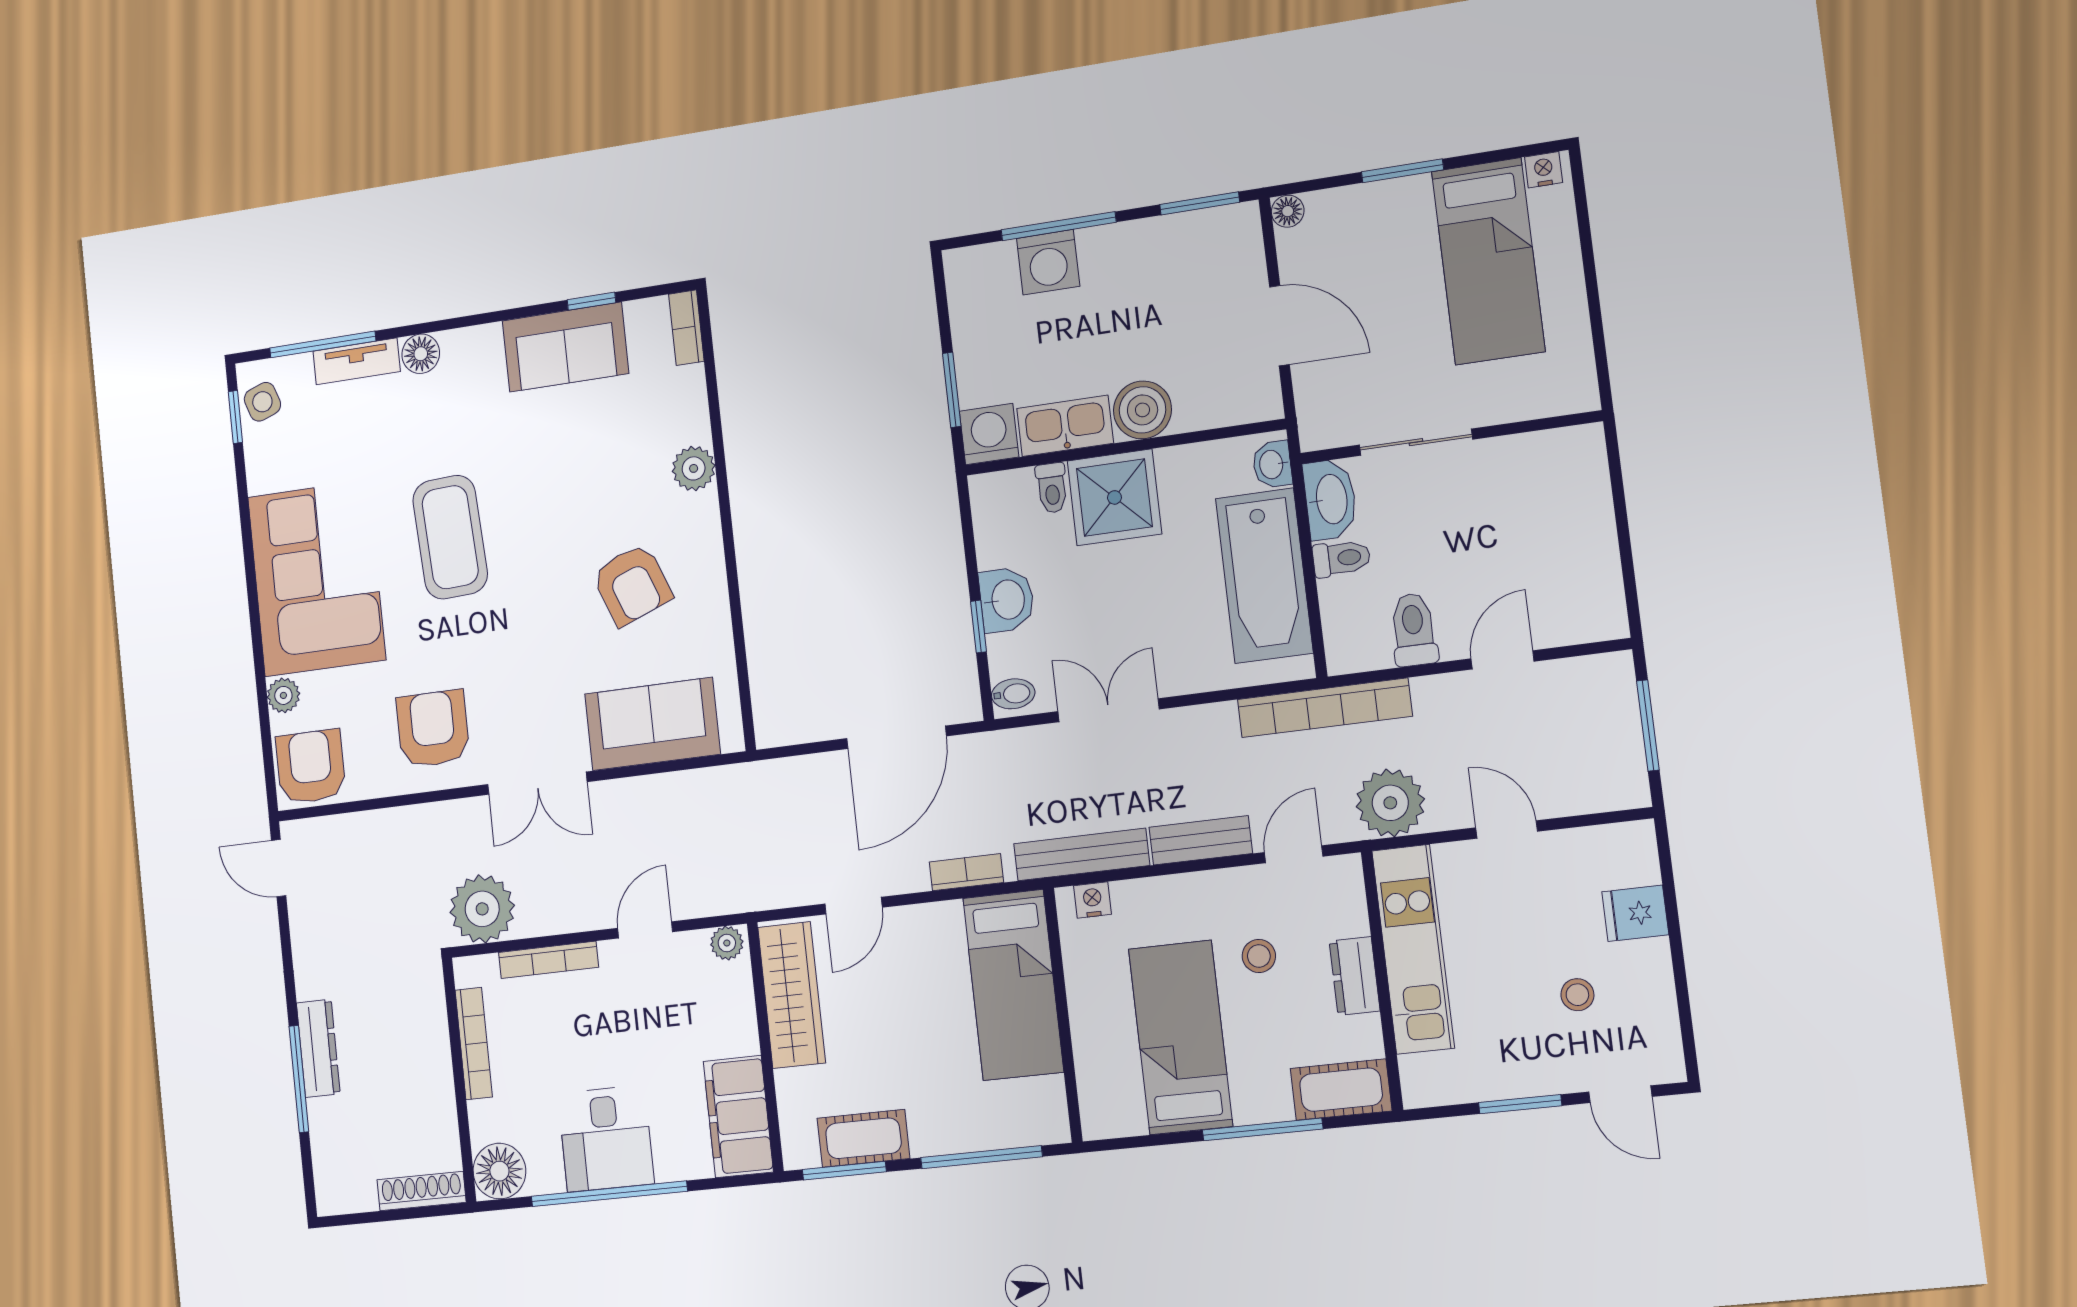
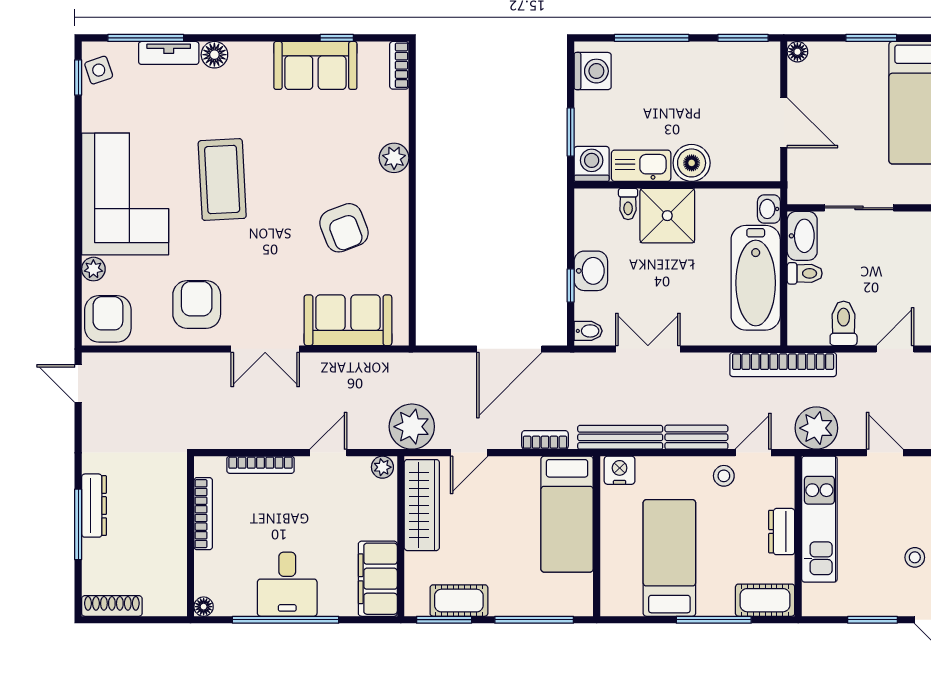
washing machine: (1048, 262) -> (593, 71), moved, turned -90
nightstand: (1092, 900) -> (620, 470), width x1.39, depth x1.35
plant: (482, 909) -> (412, 427), moved
stool: (1259, 956) -> (724, 476), moved
floor lamp: (499, 1171) -> (204, 607), width x0.53, depth x0.53
shoe rack: (422, 1191) -> (112, 606), moved

